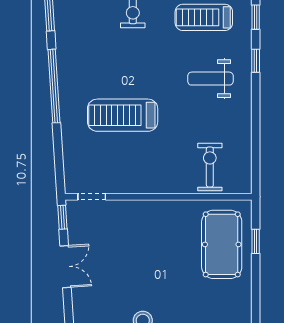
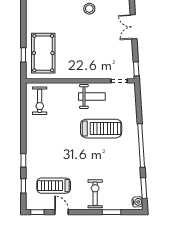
treadmill: (204, 17) -> (54, 186), turned 180
weight bench: (210, 79) -> (92, 96), moved
exercise bike: (210, 167) -> (40, 101), moved
double door: (66, 267) -> (134, 27), moved

